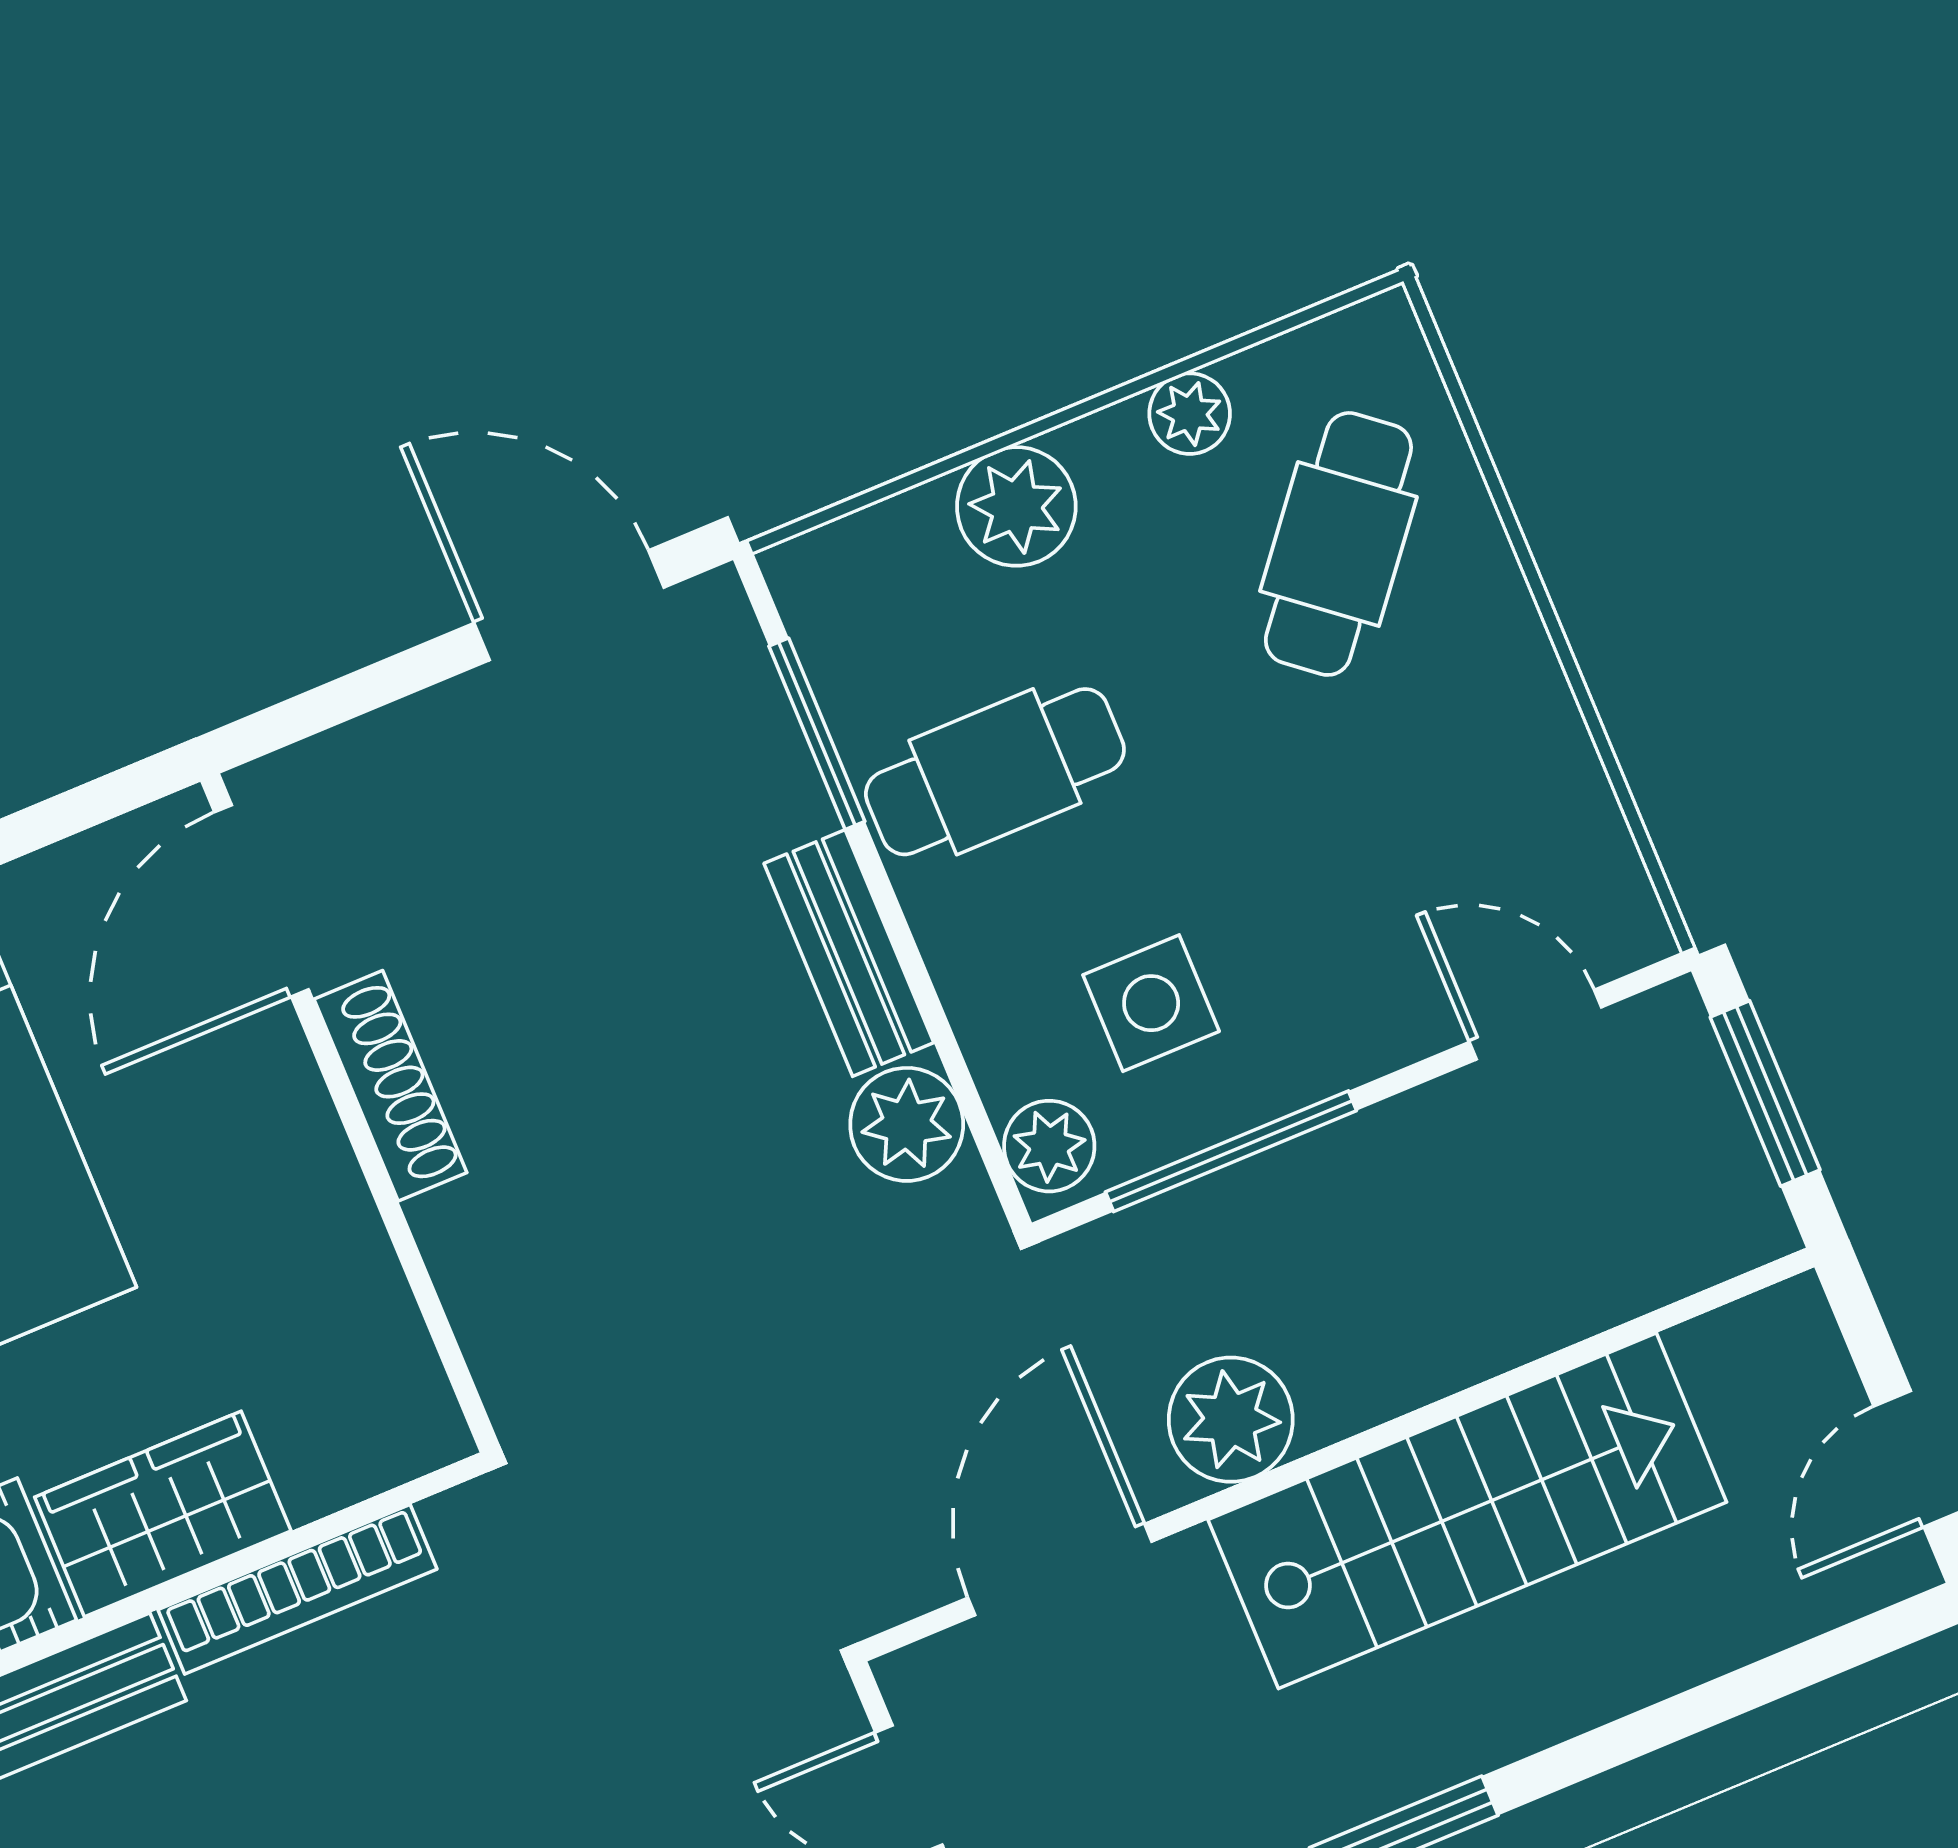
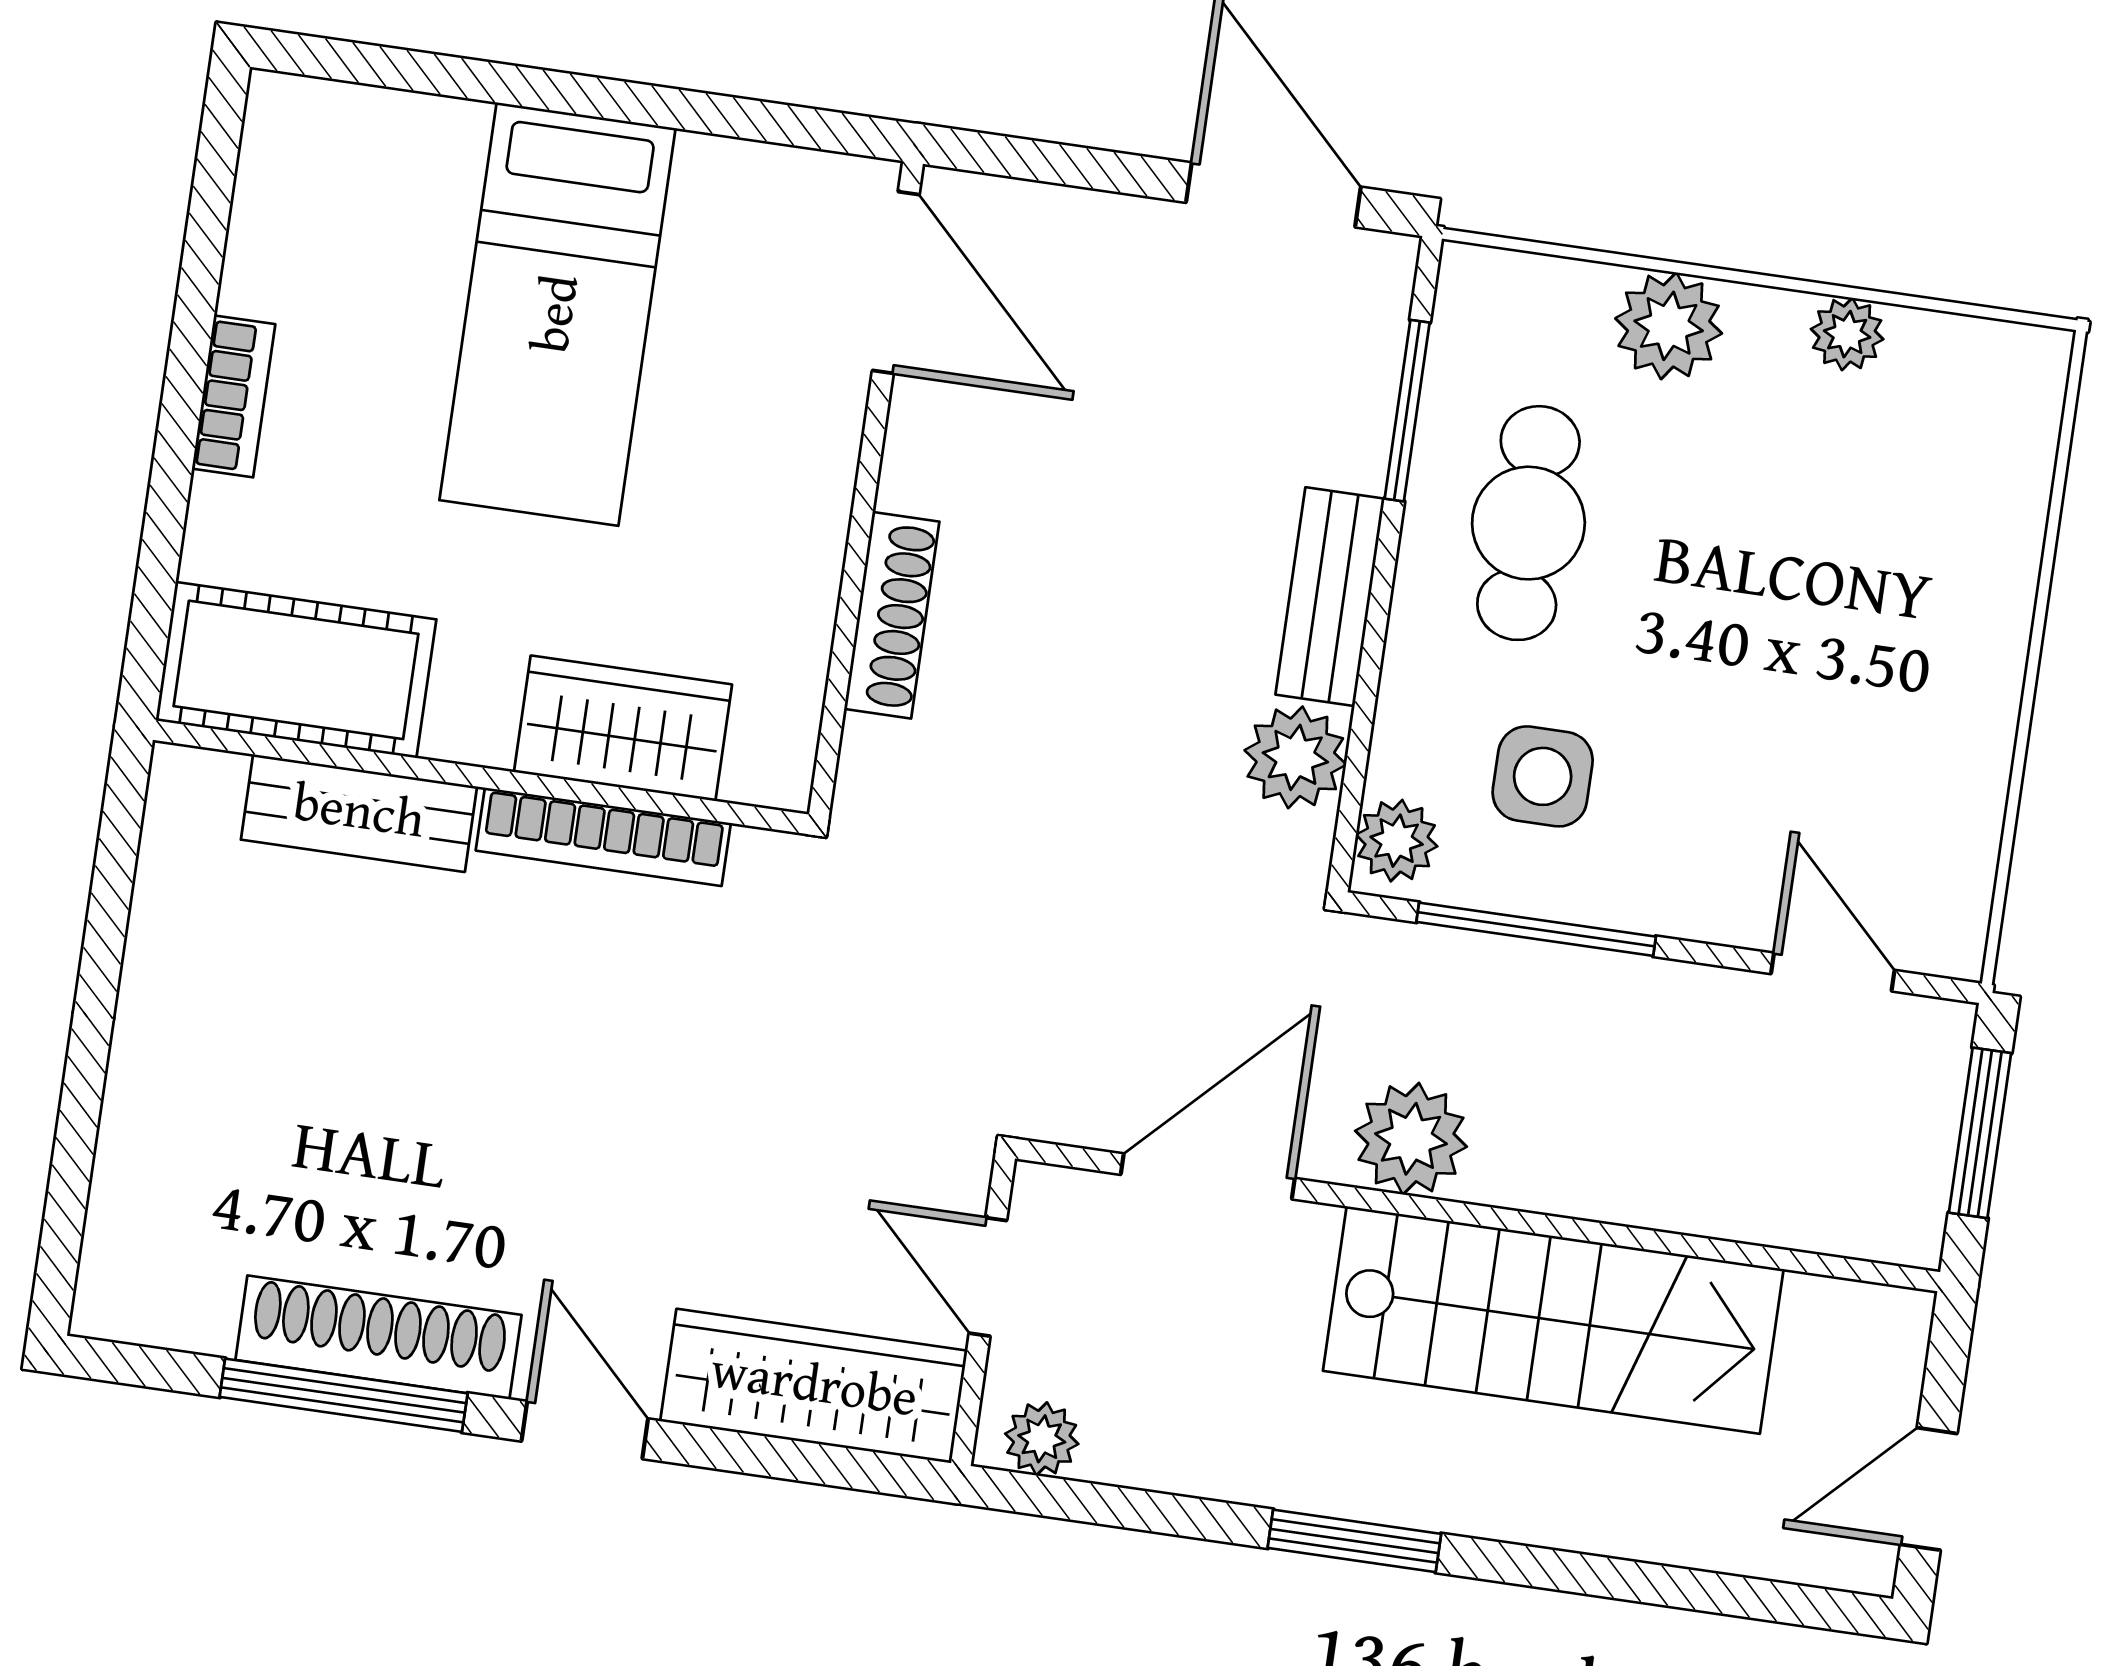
cafe table: (1338, 544) -> (1903, 505), removed
cafe table: (995, 772) -> (1528, 523), turned 90
door: (262, 901) -> (896, 282), swing flipped
shoe rack: (390, 1086) -> (892, 615), moved
wardrobe: (163, 1514) -> (623, 728), moved

